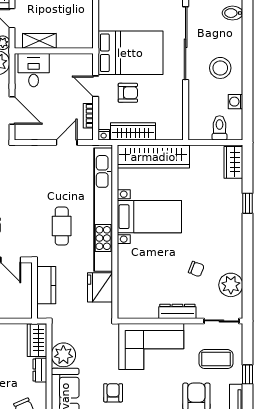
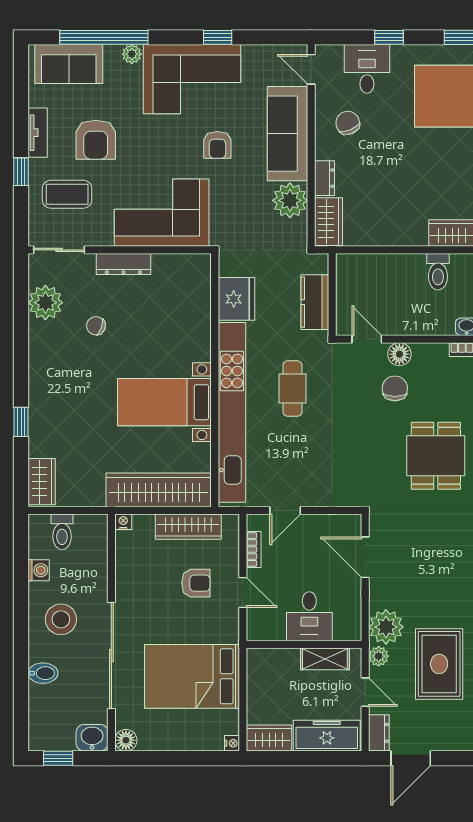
bidet: (233, 13) -> (43, 673), moved
bed: (130, 53) -> (192, 676), moved
desk: (34, 70) -> (309, 616), moved
armchair: (128, 93) -> (196, 583), turned 180
nightstand: (104, 135) -> (123, 522), moved

